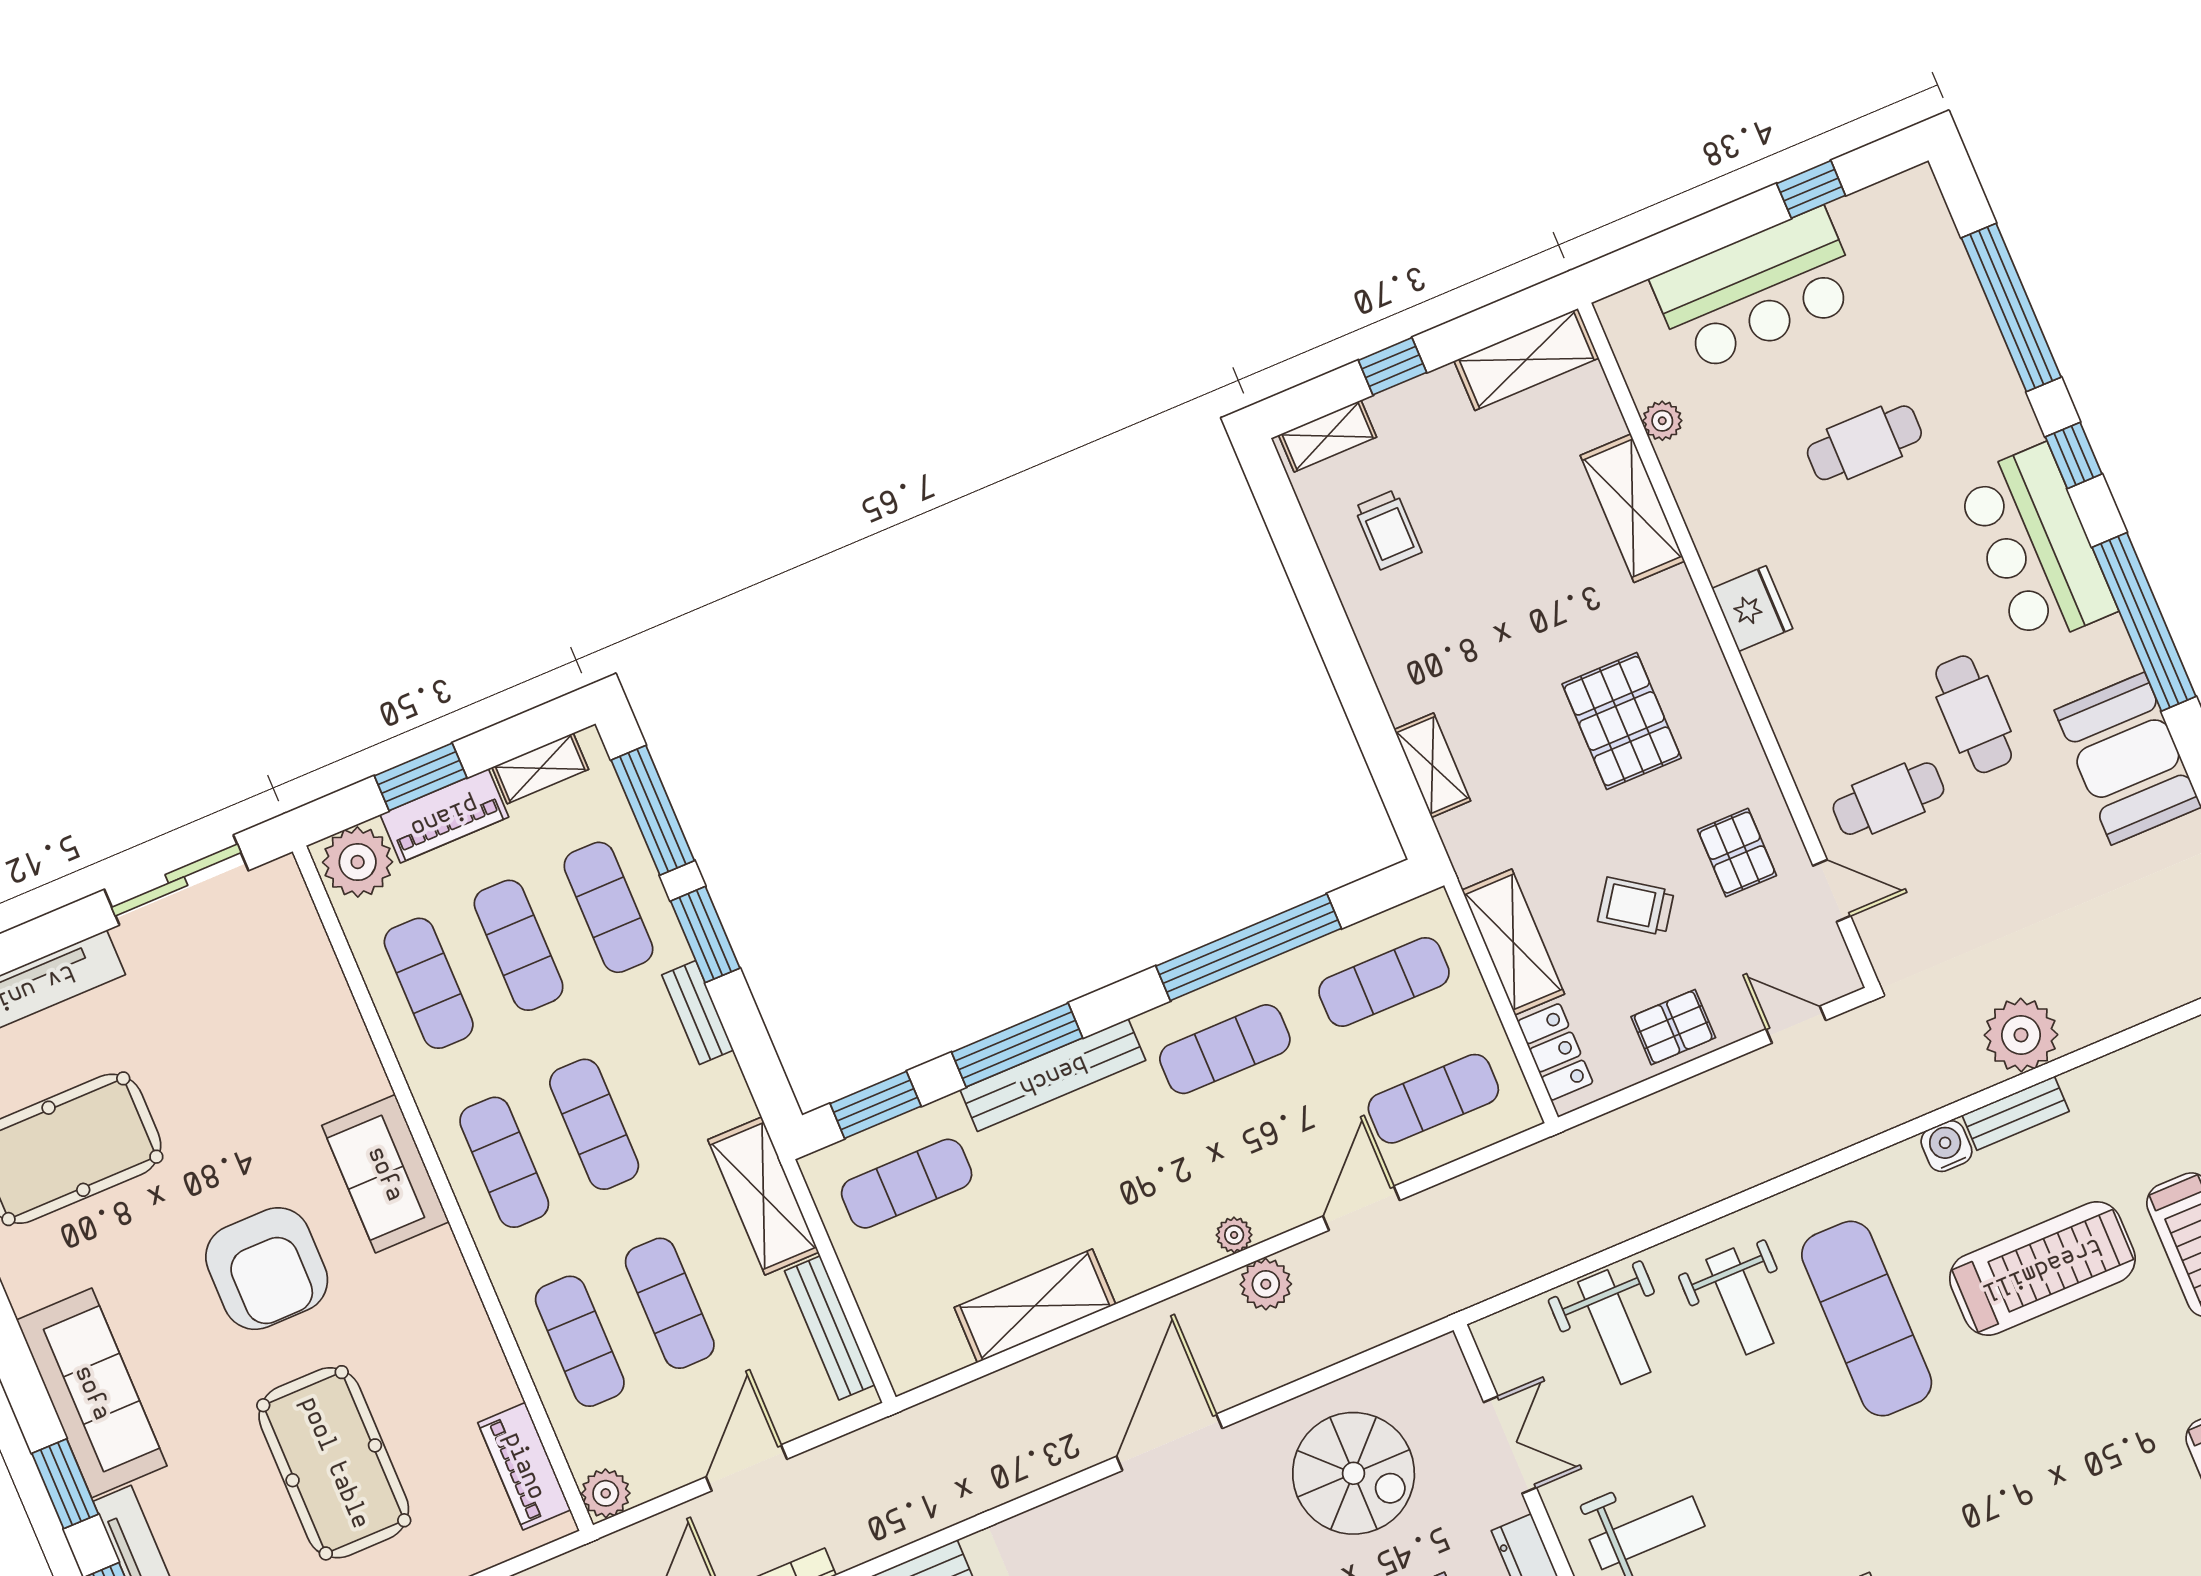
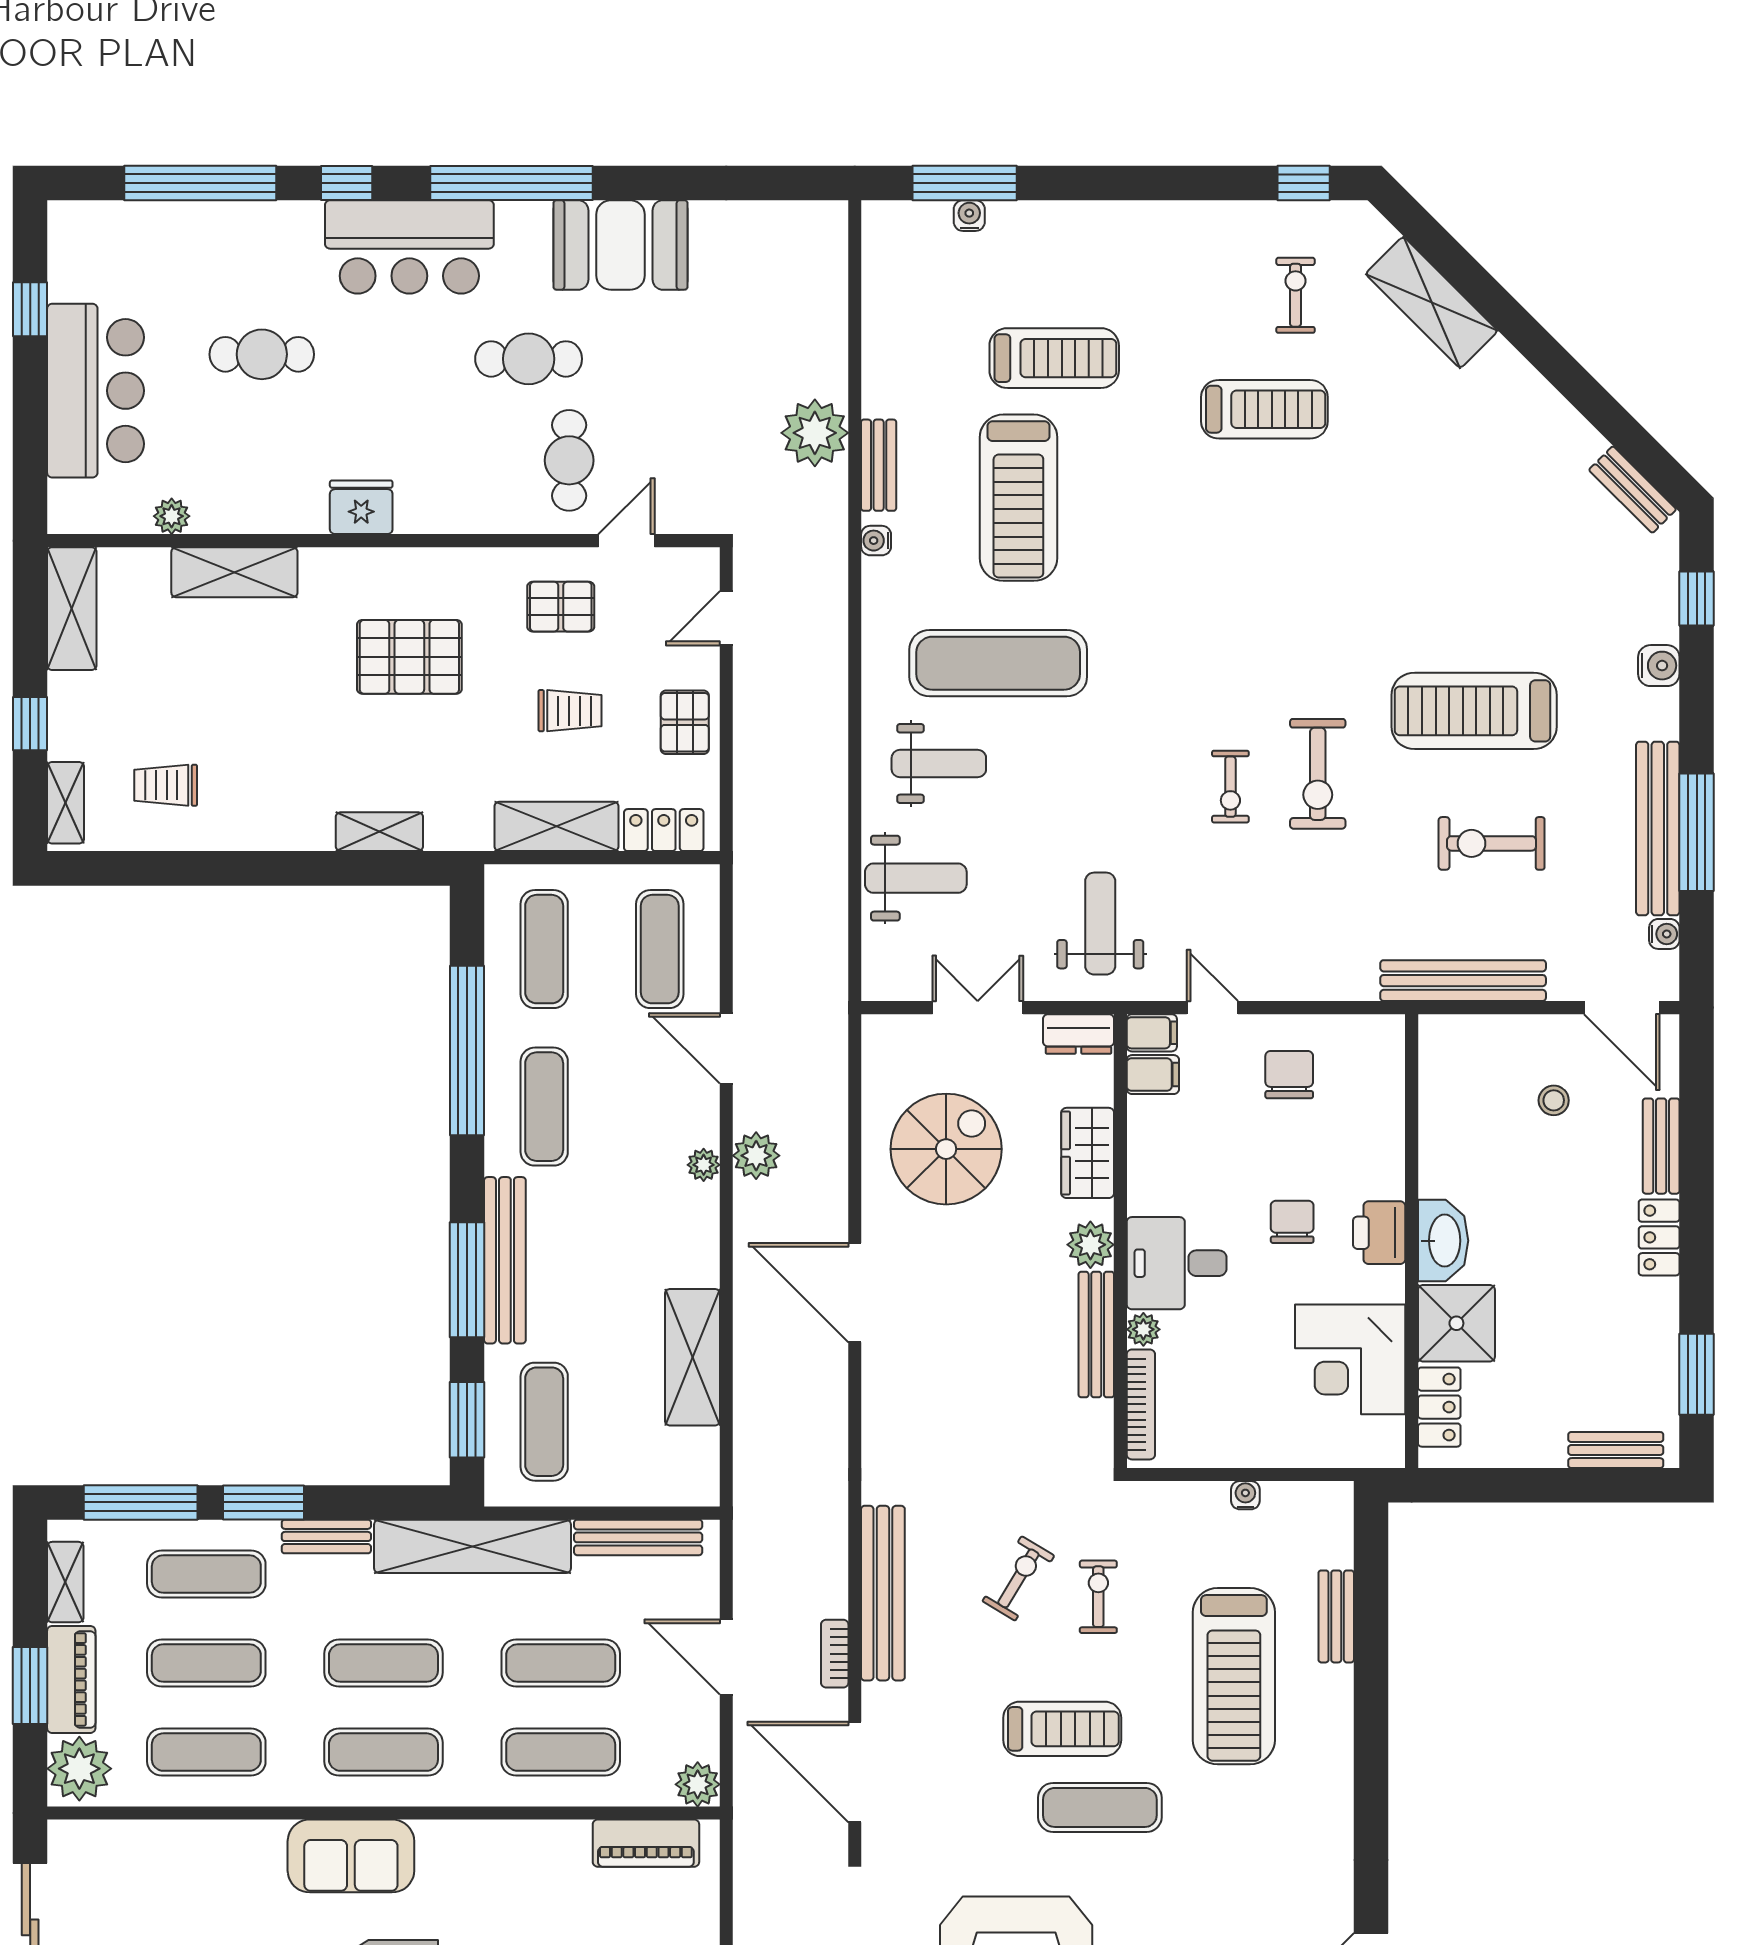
cafe table: (1864, 443) -> (262, 354), turned 90
trolley: (1388, 530) -> (166, 785), turned 180
trolley: (1636, 906) -> (570, 711), turned -125
water cooler: (1946, 1146) -> (876, 541), width x0.72, depth x0.72
shelving: (763, 1196) -> (472, 1546), width x1.47
treadmill: (2042, 1268) -> (1018, 498), turned 180

